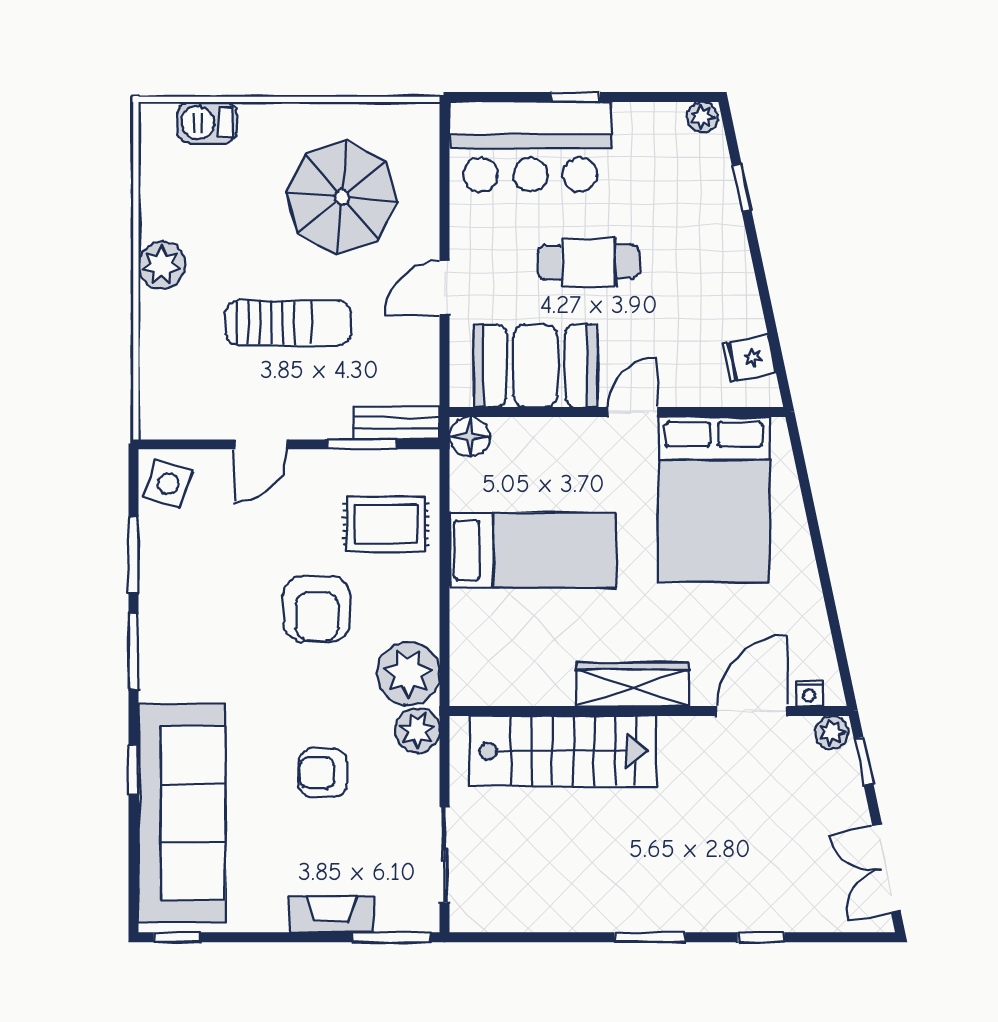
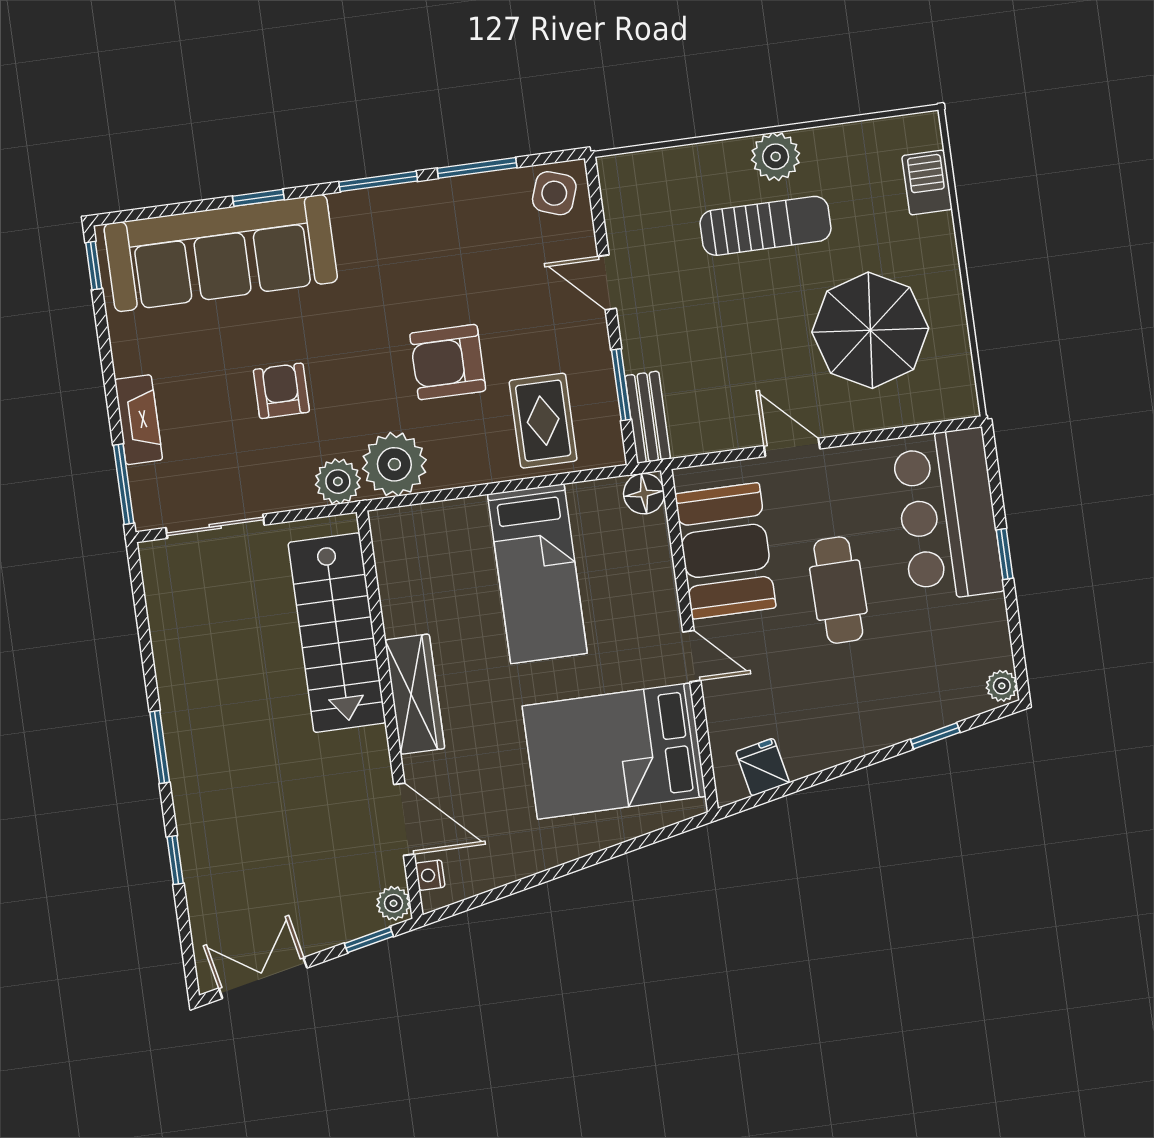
sun lounger: (288, 323) -> (766, 226), moved, turned -90

